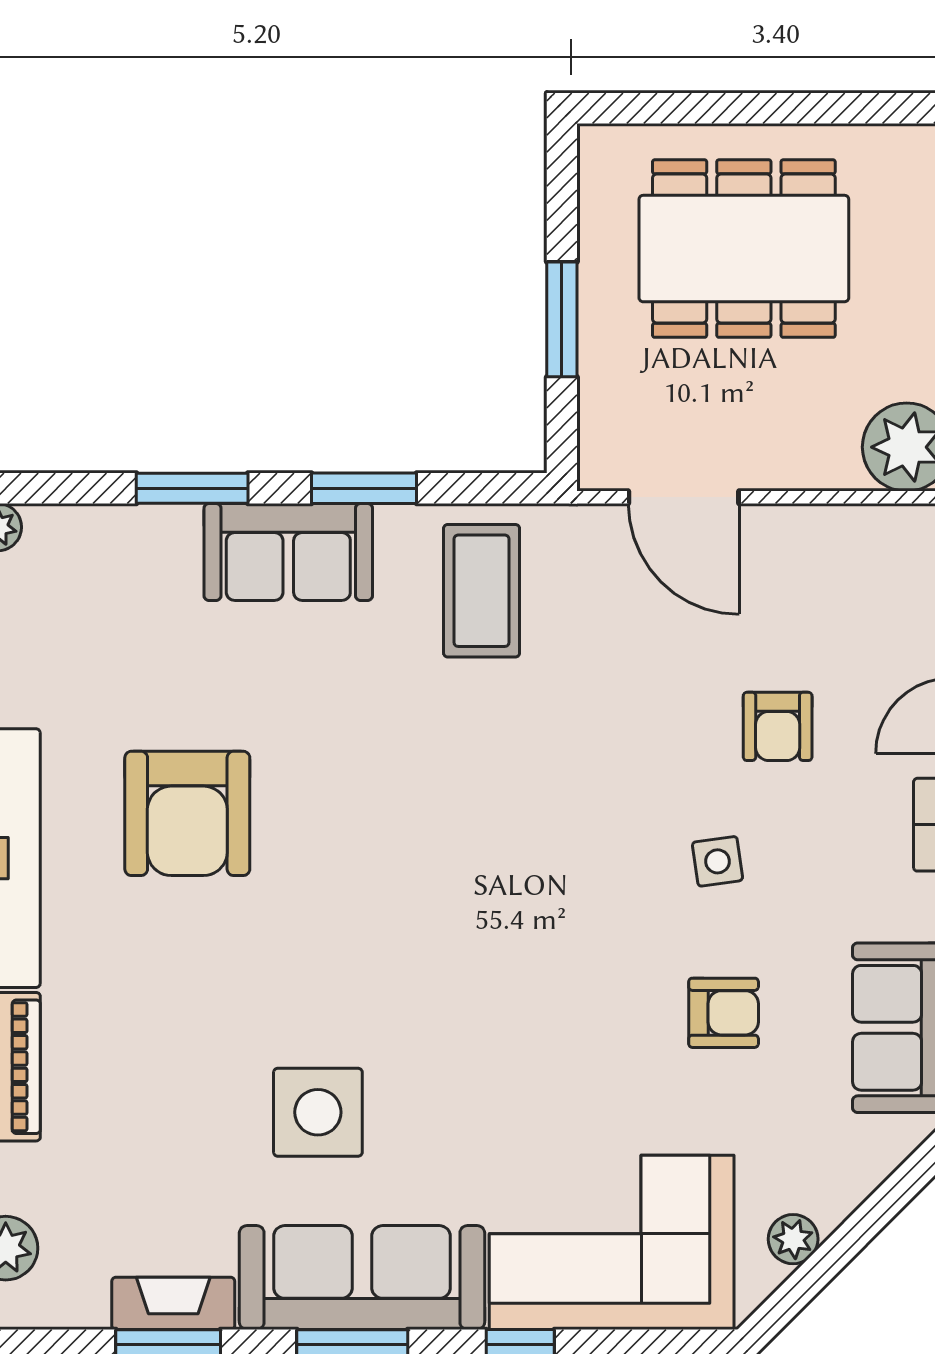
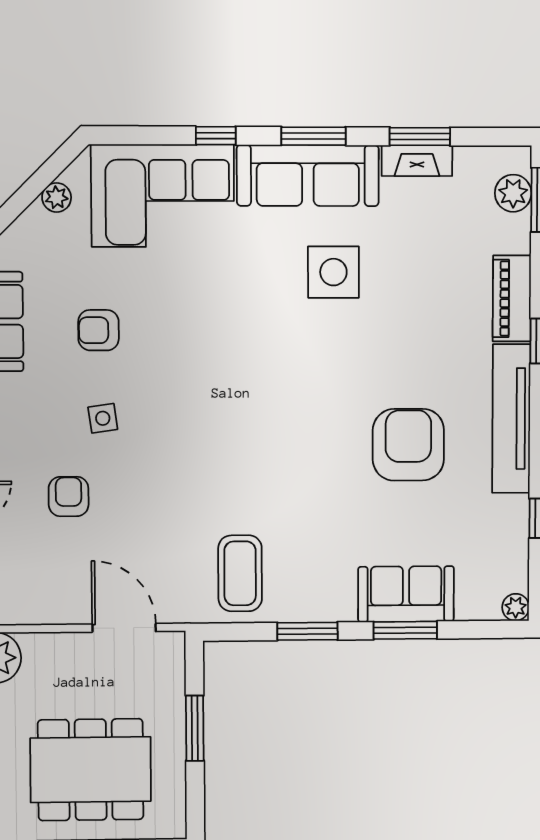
sofa: (288, 552) -> (406, 594), moved

